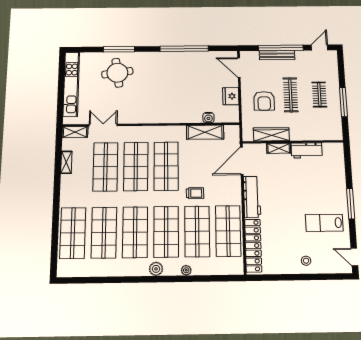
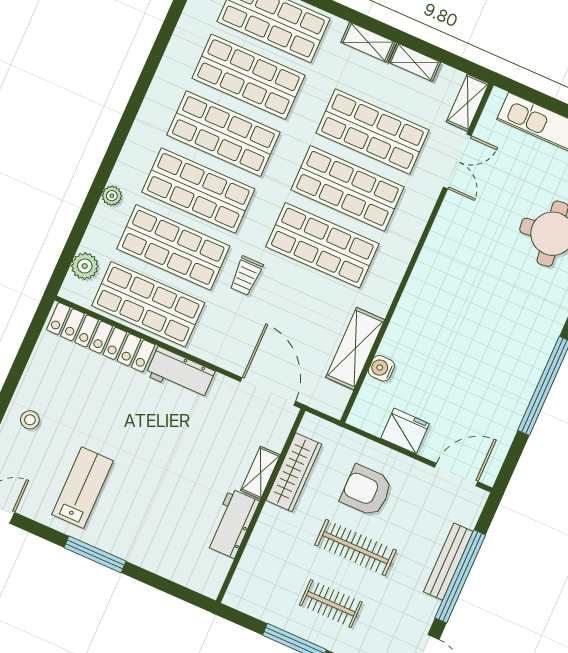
shelving: (66, 186) -> (368, 42), added
workbench: (252, 197) -> (180, 373), width x0.73
plant: (156, 269) -> (85, 266), moved

